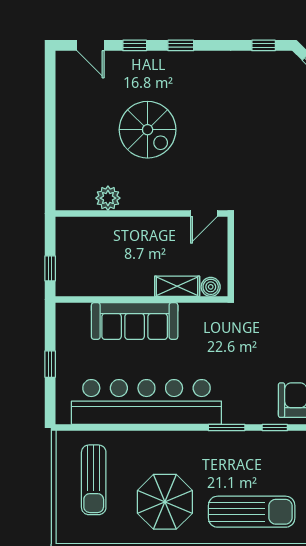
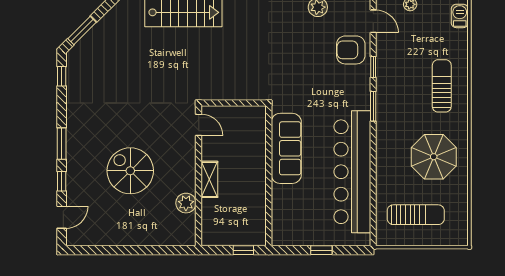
window: (181, 45) -> (62, 144), width x1.50
spiral stairs: (148, 130) -> (130, 171), turned -90
shelving: (177, 286) -> (209, 179), moved
boiler: (211, 287) -> (258, 119), removed
sofa: (135, 321) -> (286, 148), moved
sun lounger: (252, 512) -> (442, 86), width x0.73, depth x0.75

